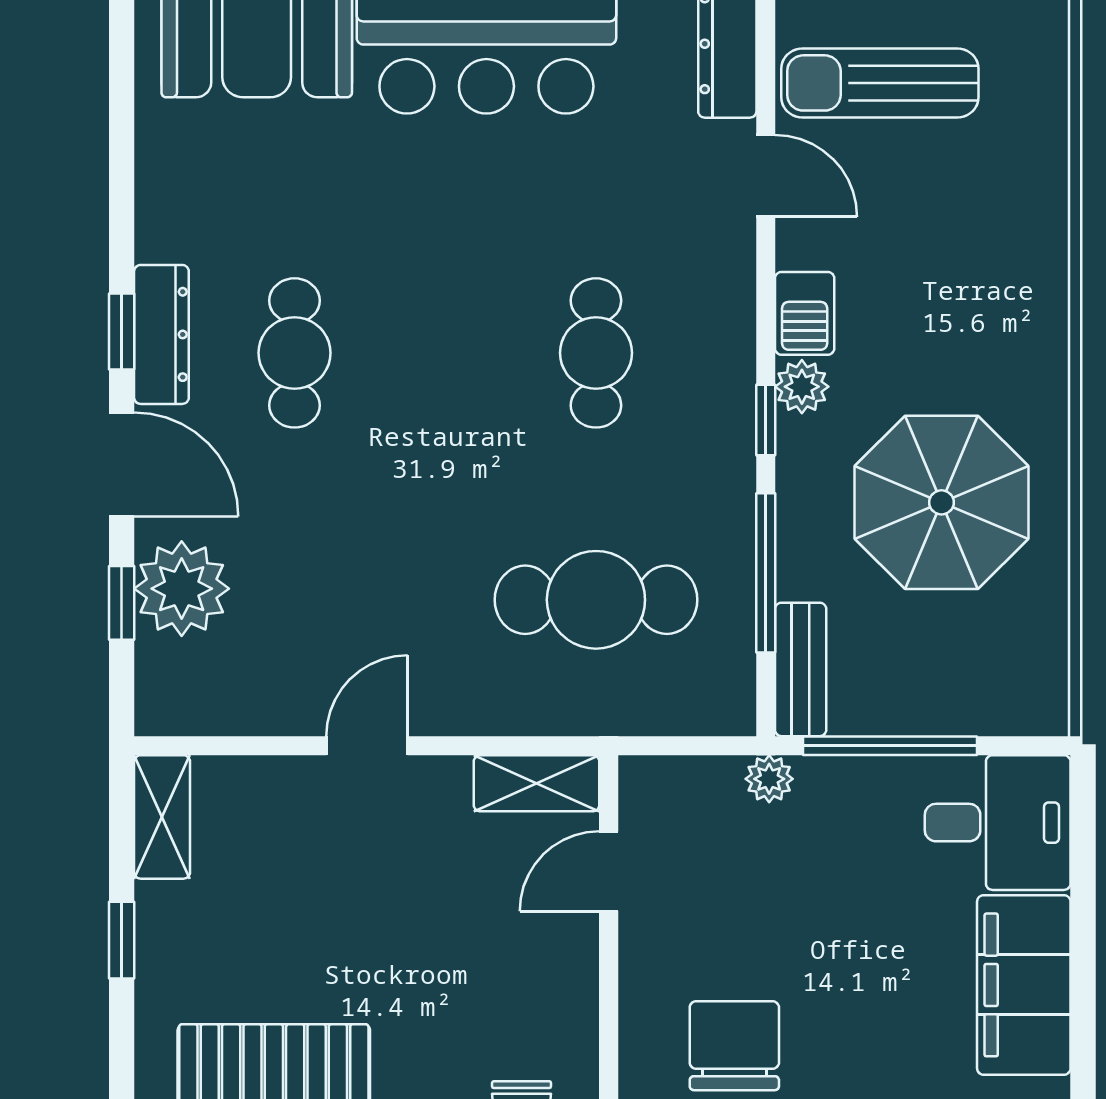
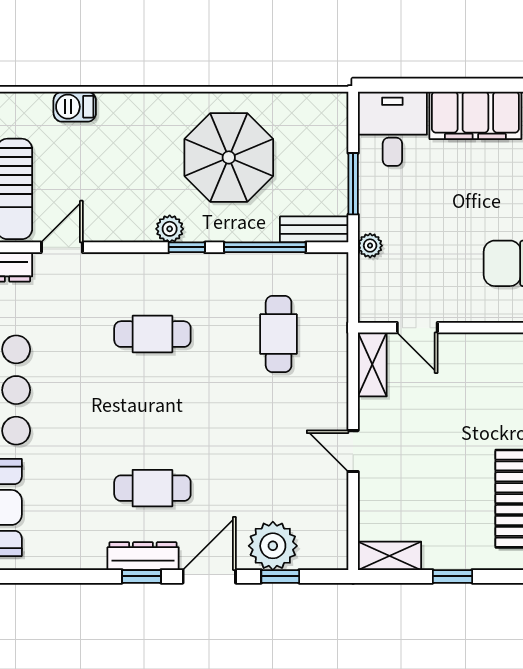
barbecue: (805, 313) -> (75, 107), moved, turned 180
cafe table: (596, 600) -> (279, 334), width x0.73, depth x0.74
window: (890, 746) -> (353, 184), width x0.69

